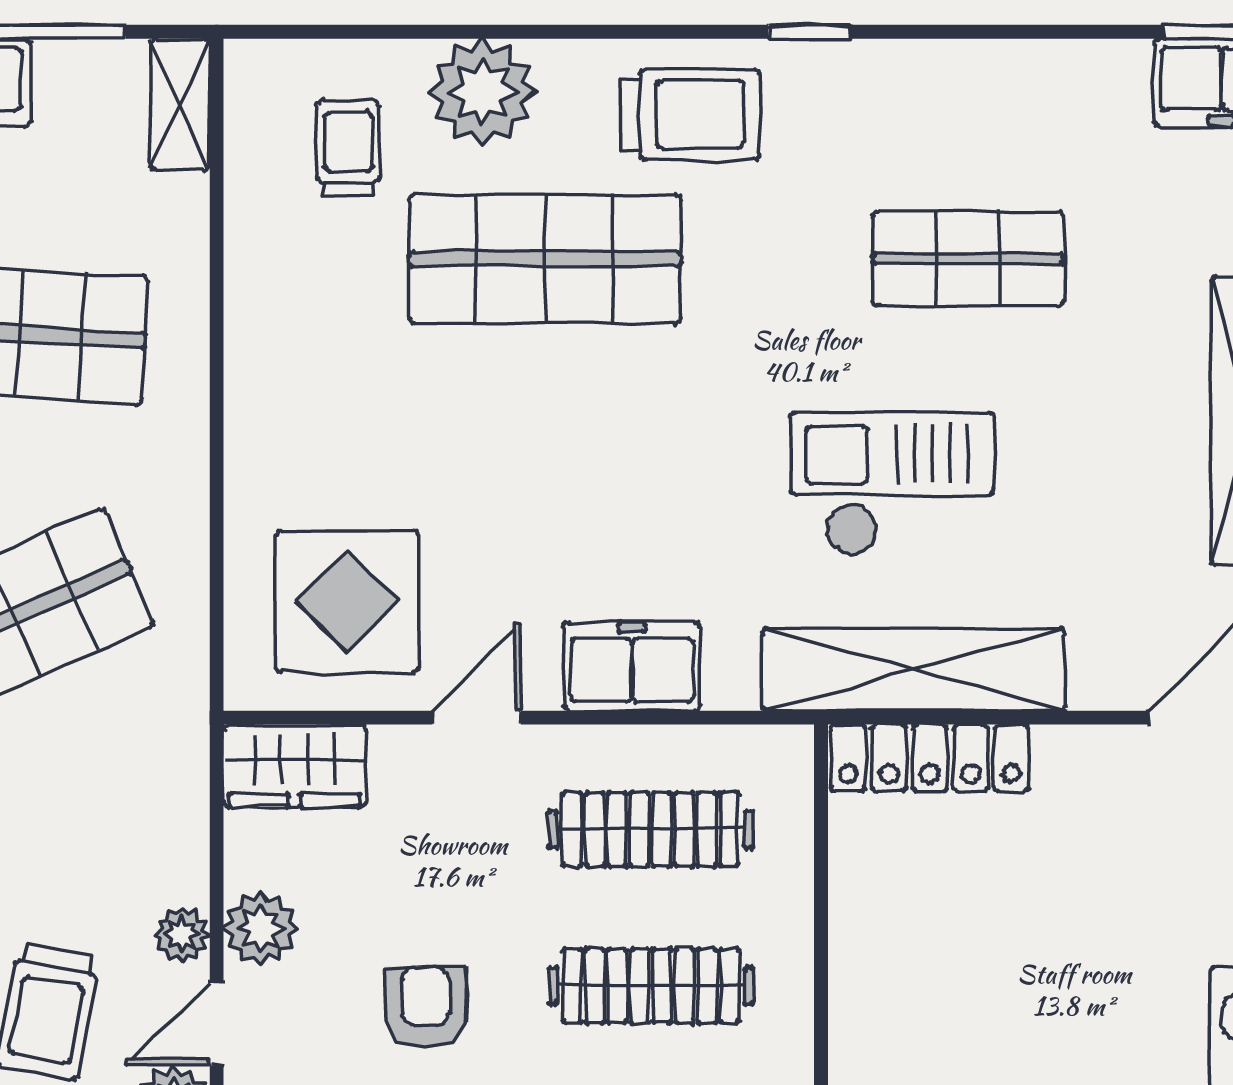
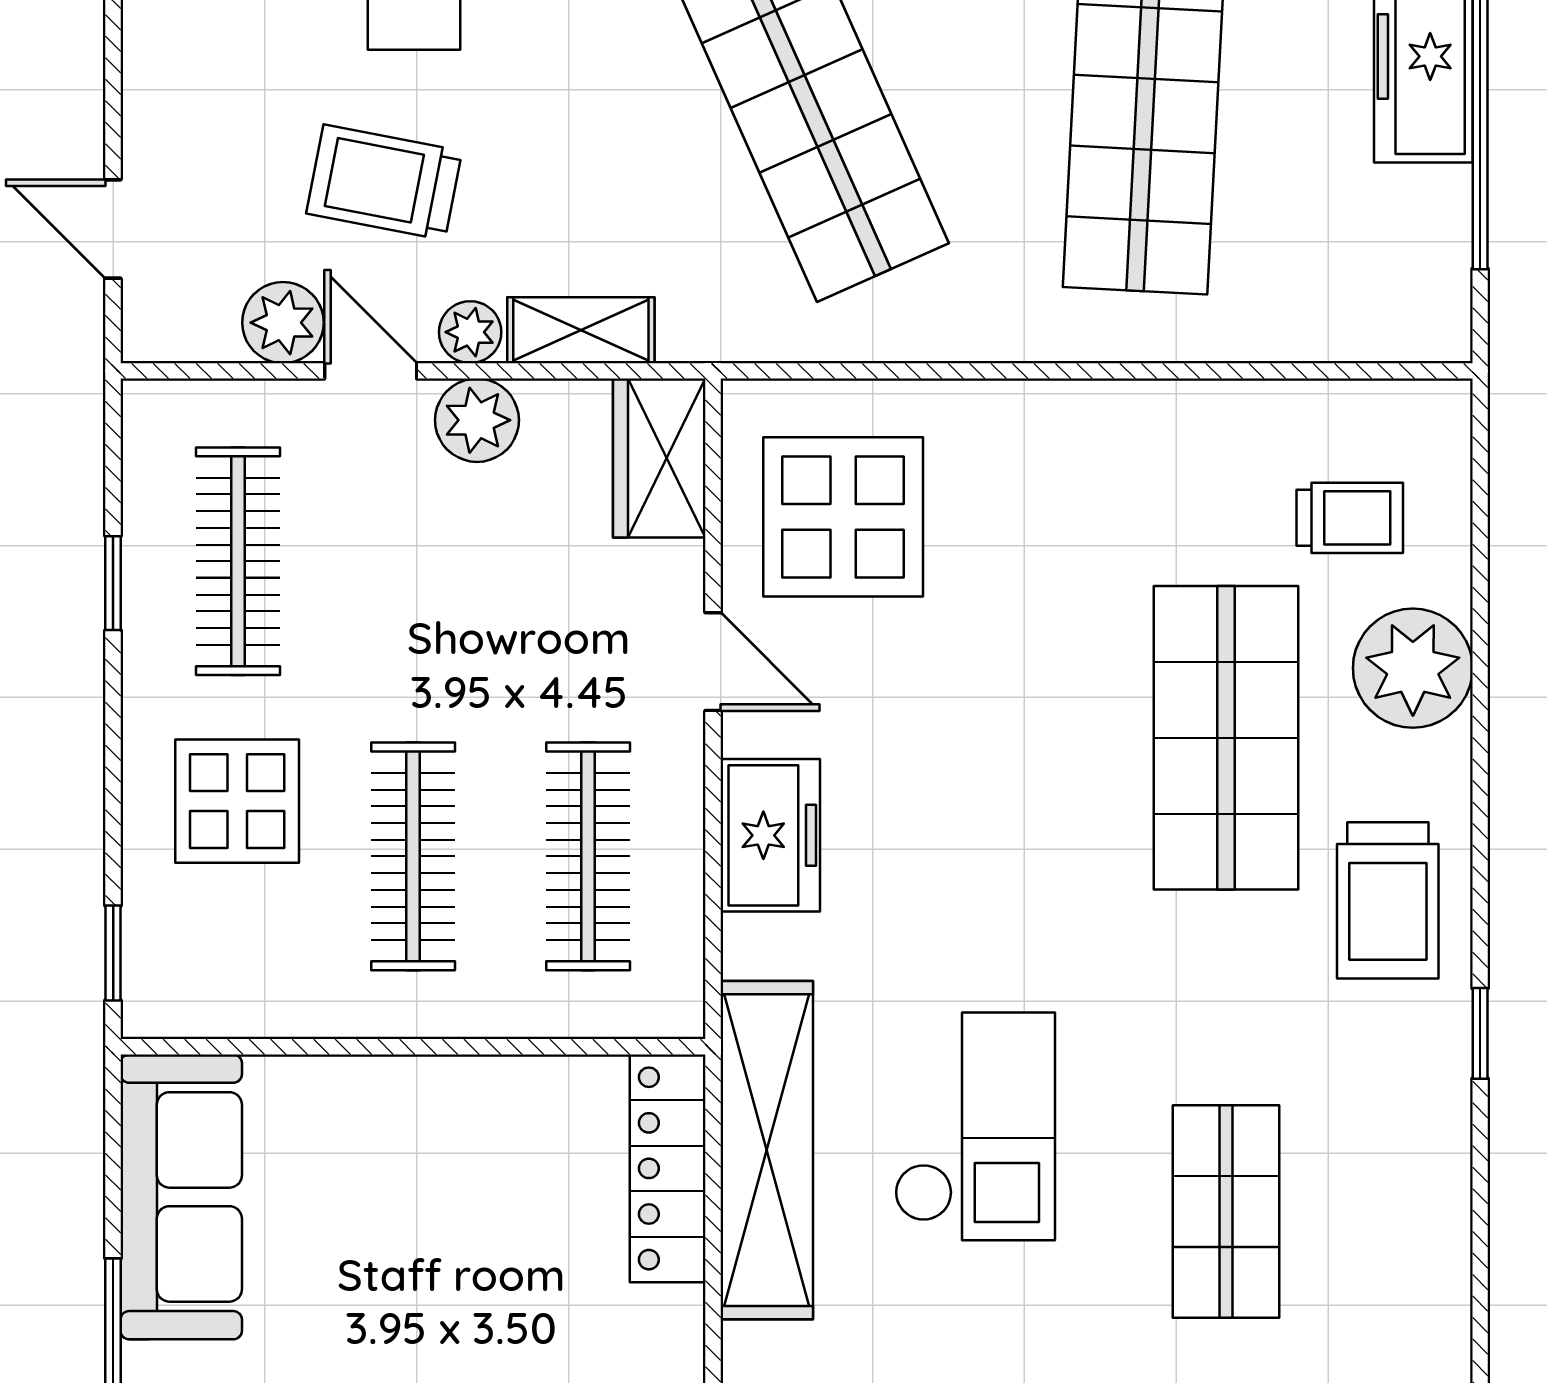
shelving: (180, 104) -> (581, 330), moved
armchair: (426, 1007) -> (389, 604), removed

